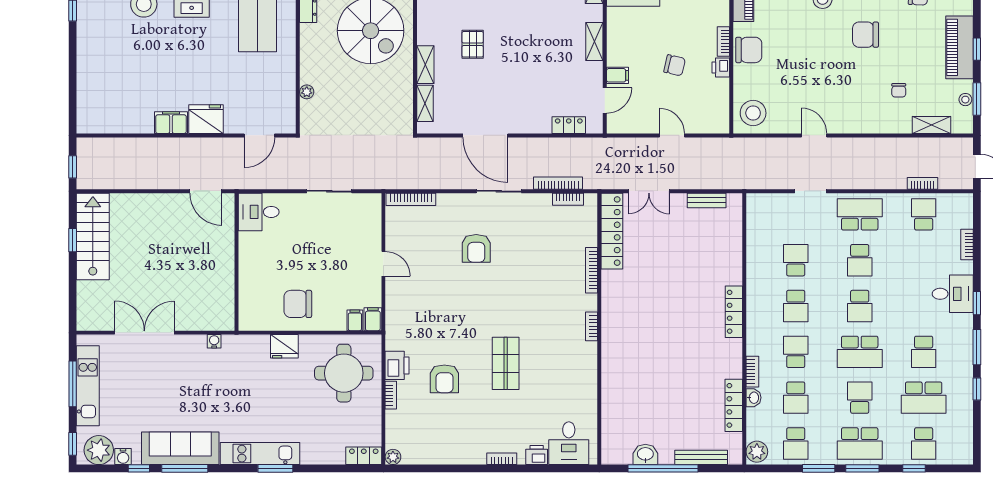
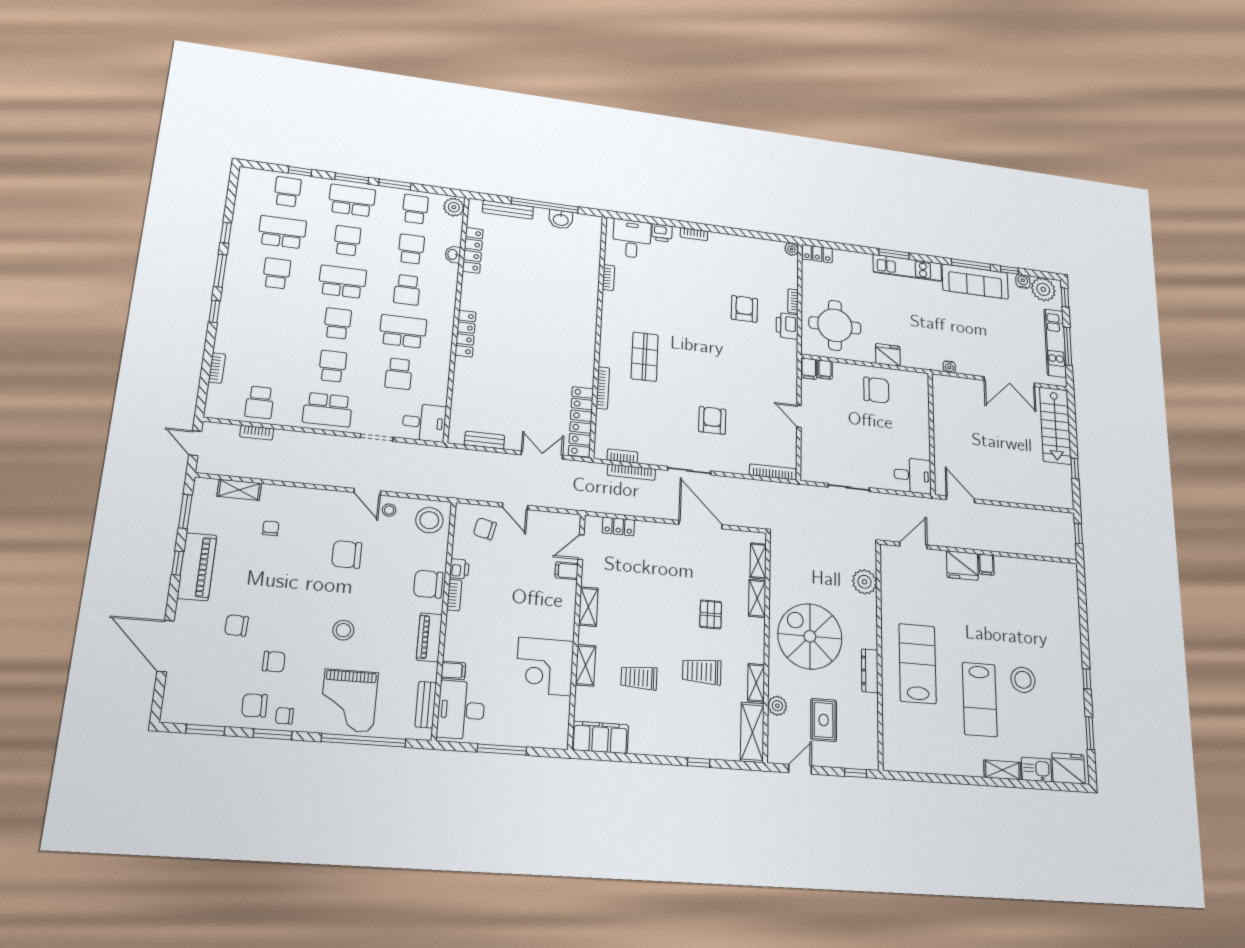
chair: (866, 35) -> (347, 554), moved, turned 180
chair: (675, 65) -> (485, 529), moved
plant: (307, 92) -> (865, 582), width x1.88, depth x1.88
stool: (965, 100) -> (389, 510), moved
filing cabinet: (171, 123) -> (986, 565), width x0.50
stairs: (93, 236) -> (1055, 426), moved
desk: (953, 294) -> (424, 423), moved, turned 180
school desk: (796, 306) -> (403, 331), width x1.85
bookcase: (592, 326) -> (608, 278), moved
shop shelf: (506, 363) -> (645, 357), moved
bookcase: (752, 372) -> (452, 278), removed
school desk: (860, 398) -> (347, 241), turned 180

